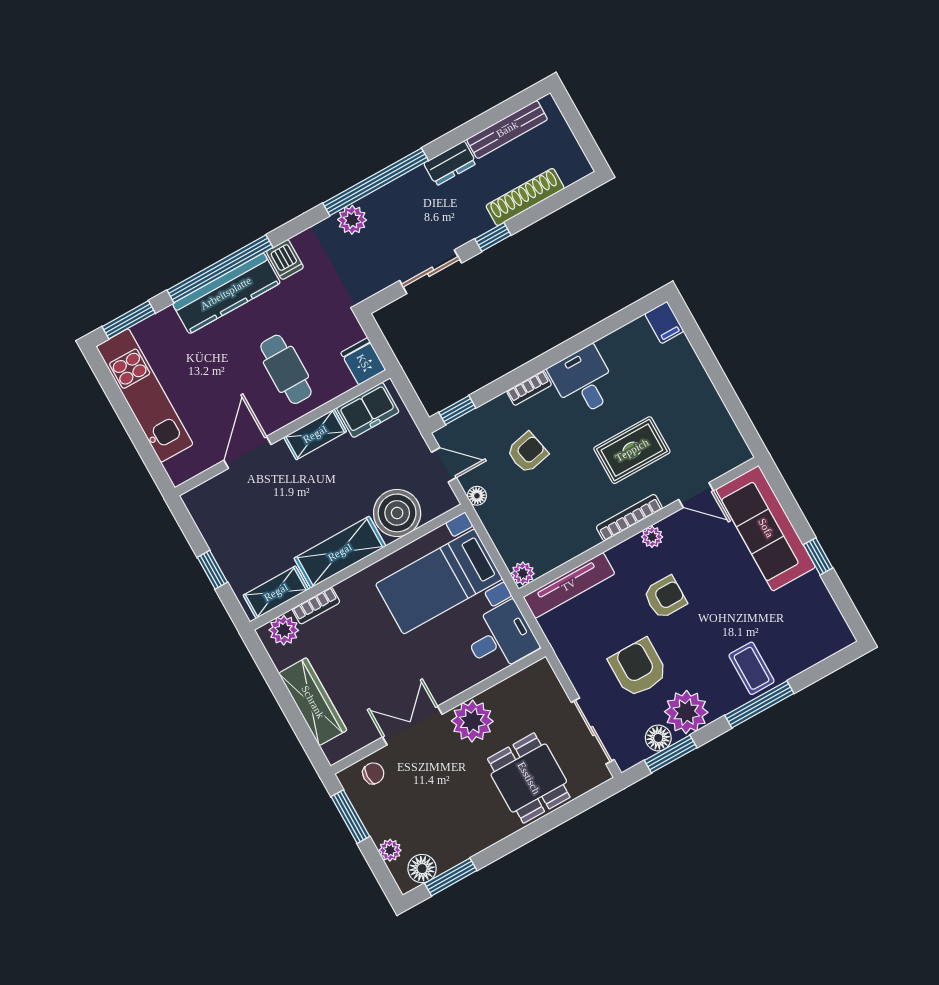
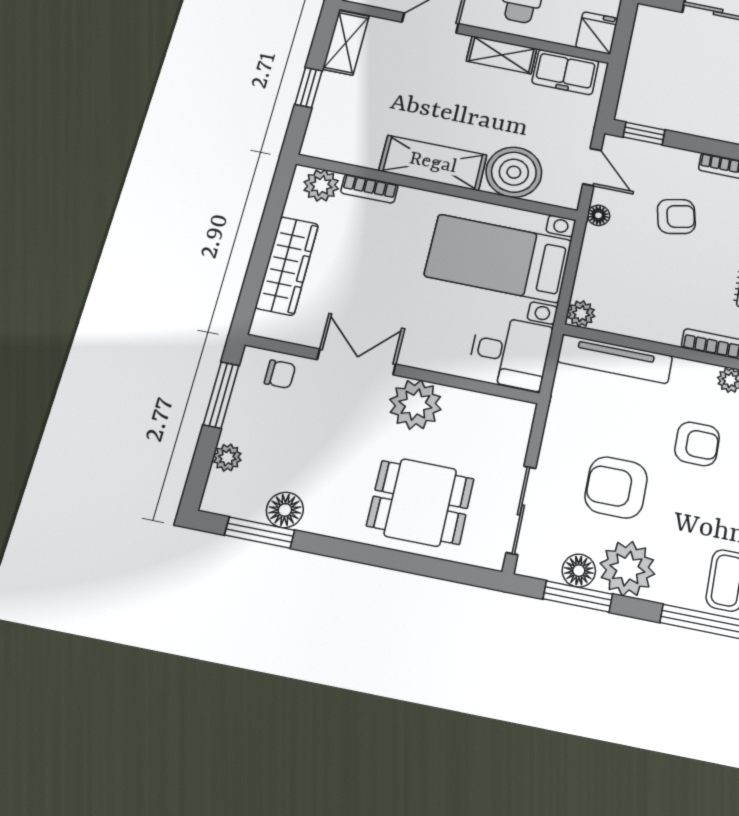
shelving: (276, 592) -> (346, 43), moved, turned 90
armchair: (638, 668) -> (616, 487), turned -90
dining table: (529, 778) -> (420, 502), turned 90
floor lamp: (422, 869) -> (285, 510), moved

